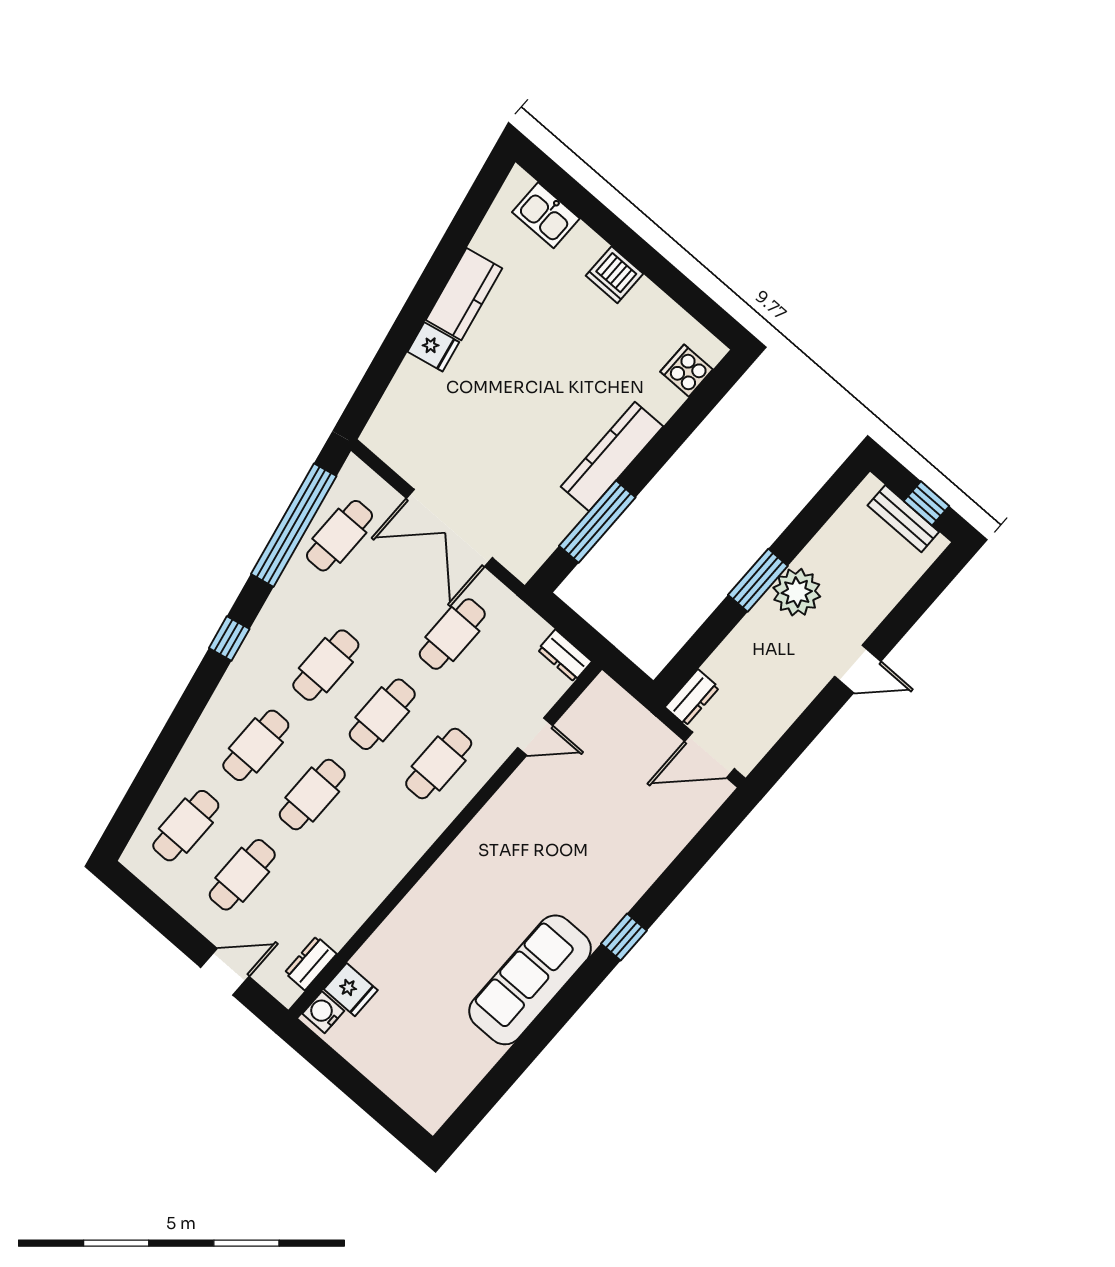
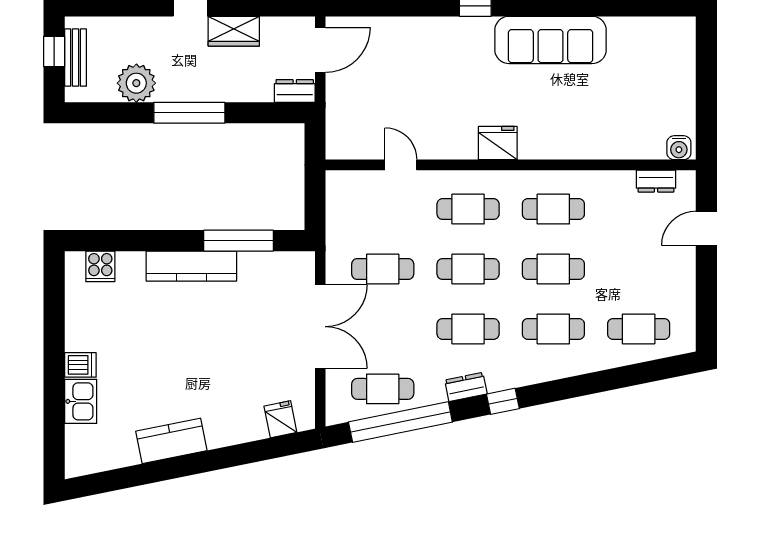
kitchen sink: (546, 215) -> (81, 401), moved
dishwasher: (614, 275) -> (80, 365), width x0.73
fridge: (433, 347) -> (280, 419), moved
window: (758, 580) -> (189, 113), width x1.44
plant: (797, 592) -> (136, 83), moved
dresser: (565, 656) -> (466, 387), moved, turned -101
wardrobe: (798, 689) -> (234, 31), added
door: (710, 755) -> (320, 50), hinge flipped
cafe table: (242, 875) -> (553, 209), moved
door: (225, 972) -> (706, 228), hinge flipped
fridge: (351, 990) -> (498, 143), moved, width x1.38

